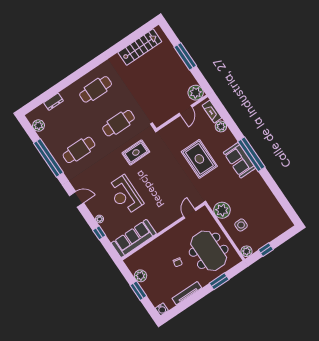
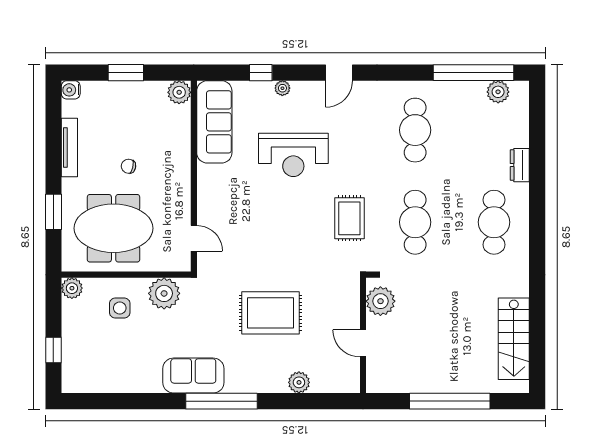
window: (185, 56) -> (450, 401), width x1.46
plant: (196, 93) -> (380, 301), moved
dresser: (53, 102) -> (520, 165), moved
fireplace: (212, 112) -> (332, 384), removed
window: (48, 158) -> (473, 73), moved
sofa: (239, 160) -> (193, 376), moved
reception desk: (125, 195) -> (293, 155), turned 180
window: (266, 250) -> (53, 350), moved
plant: (141, 276) -> (179, 92), moved

